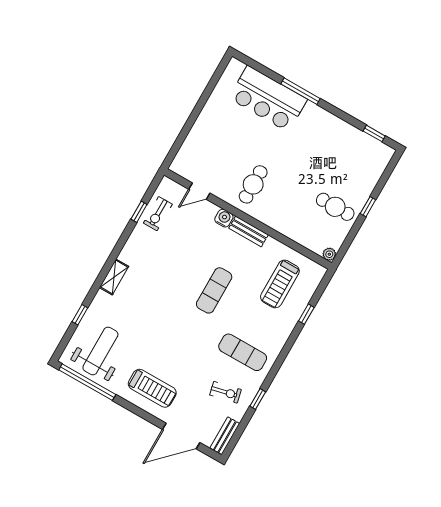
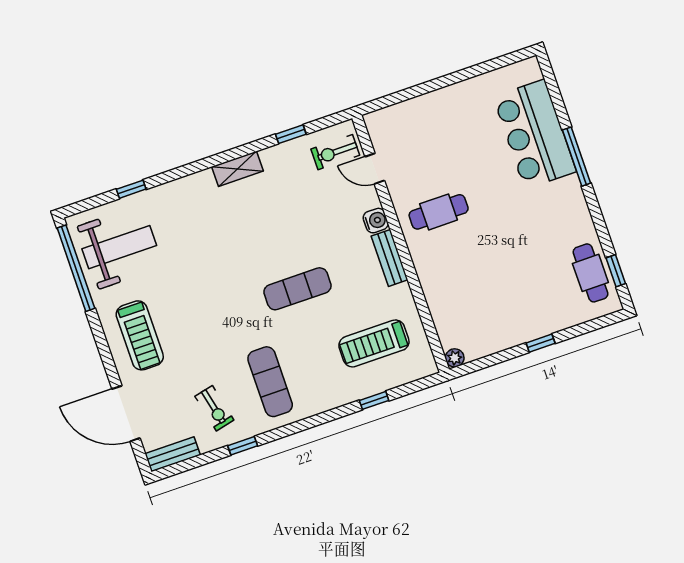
cafe table: (335, 207) -> (590, 273), moved
exercise bike: (158, 214) -> (335, 152), moved
shelving: (114, 277) -> (238, 169), moved

